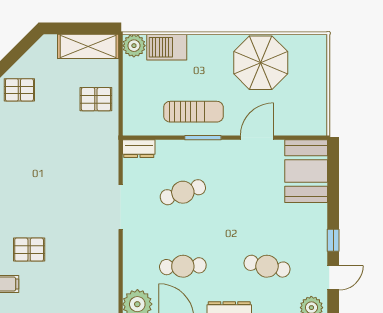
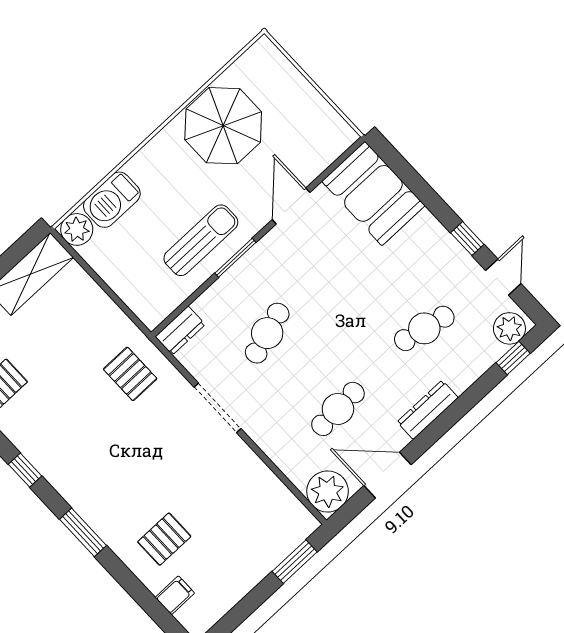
pallet: (96, 99) -> (130, 374), moved, turned 90

